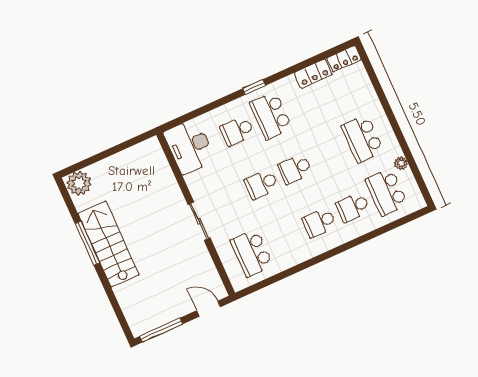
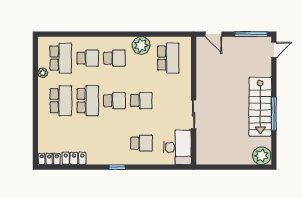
school desk: (271, 116) -> (88, 101), moved
sliding door: (199, 221) -> (194, 114), moved
plant: (293, 253) -> (141, 45), added
door: (124, 323) -> (274, 50), added

